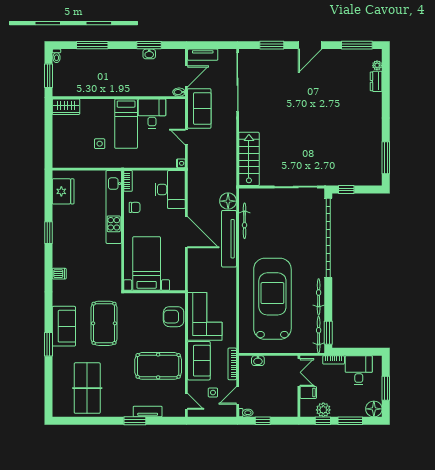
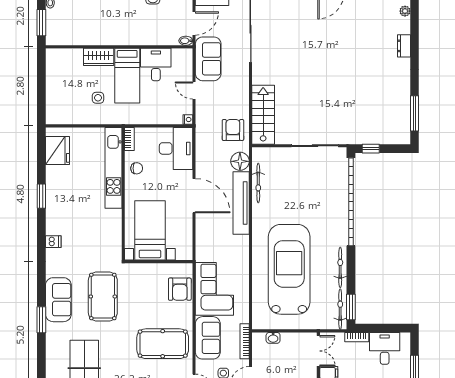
dresser: (376, 81) -> (404, 46), moved
wardrobe: (66, 107) -> (99, 57), moved
armchair: (222, 173) -> (233, 130), added
armchair: (174, 317) -> (180, 289), turned -90

